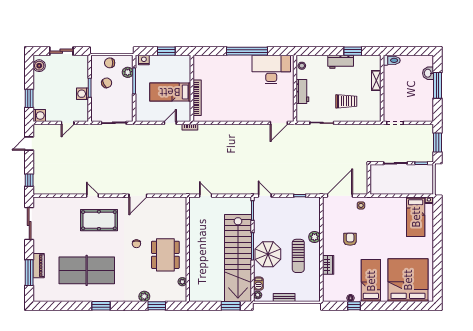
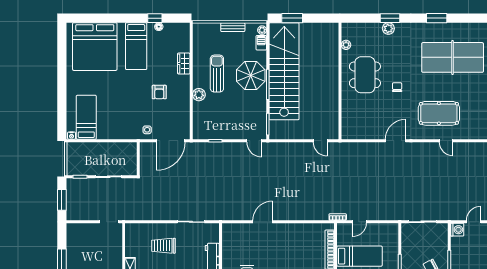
washing machine: (83, 94) -> (457, 230), moved
door: (279, 123) -> (263, 222), moved
window: (157, 306) -> (390, 18), moved

